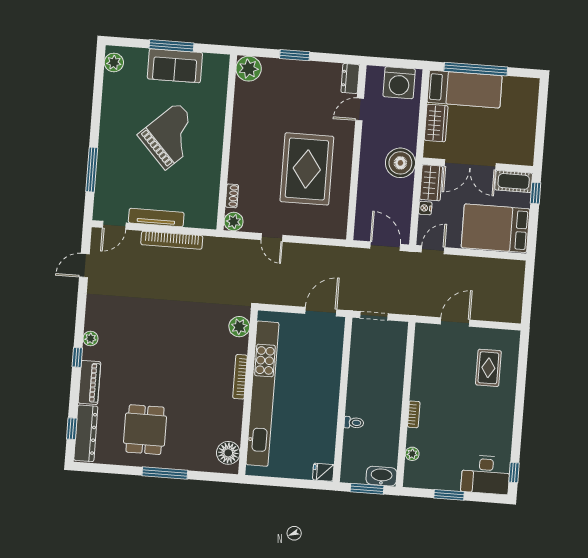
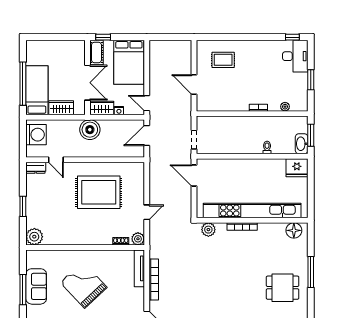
tv unit: (156, 218) -> (139, 268), moved
fridge: (323, 472) -> (297, 168), width x1.88, depth x1.34
washbasin: (381, 476) -> (302, 144), moved

